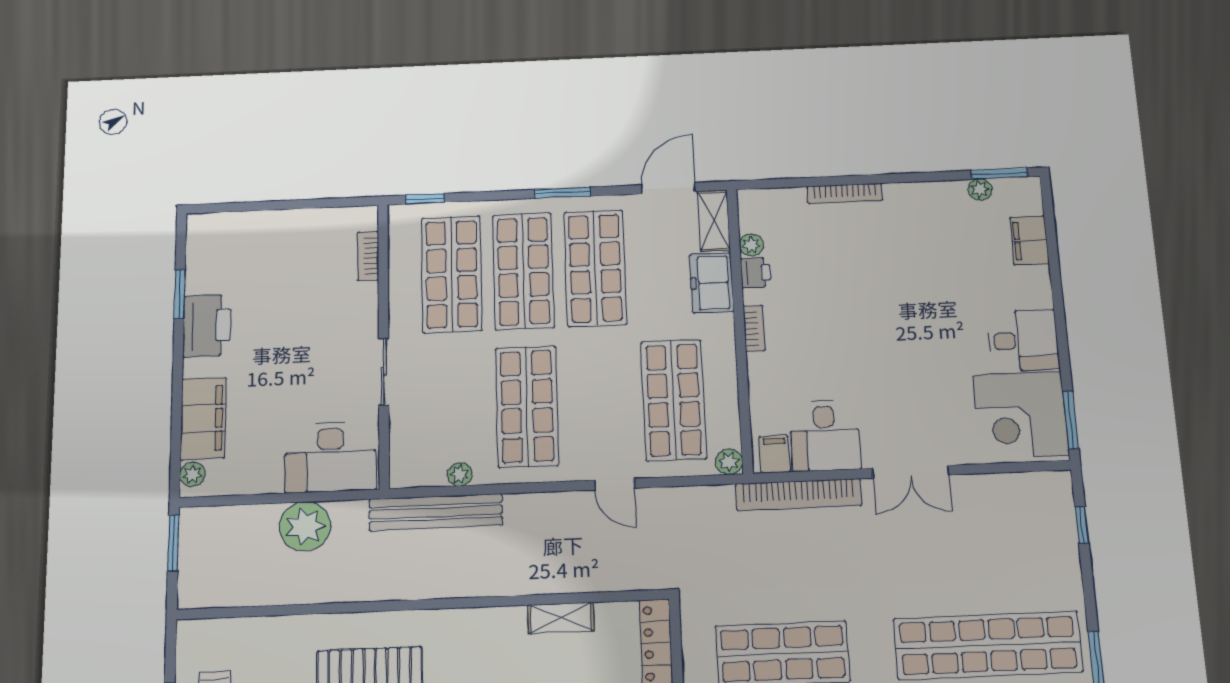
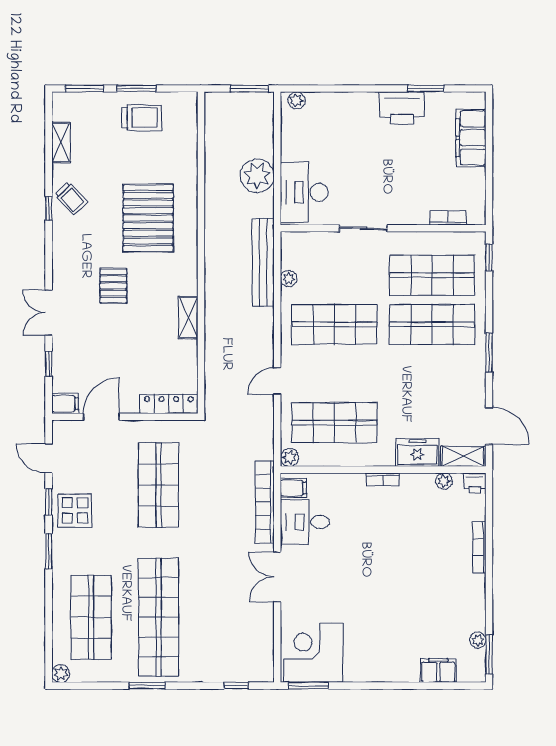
shop shelf: (595, 268) -> (432, 374), removed
printer: (756, 273) -> (475, 483), moved
desk: (1023, 340) -> (366, 659), removed
filing cabinet: (203, 418) -> (471, 138), moved, turned 90
shelving: (561, 618) -> (188, 318), moved

